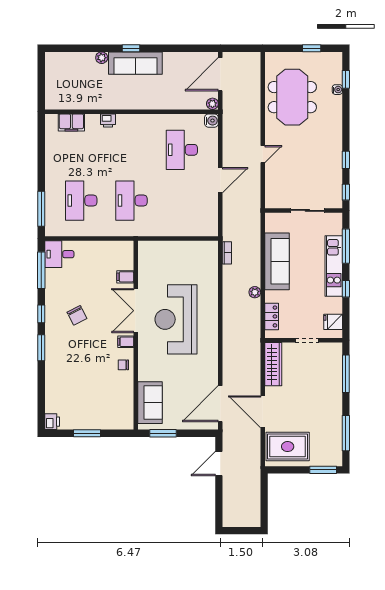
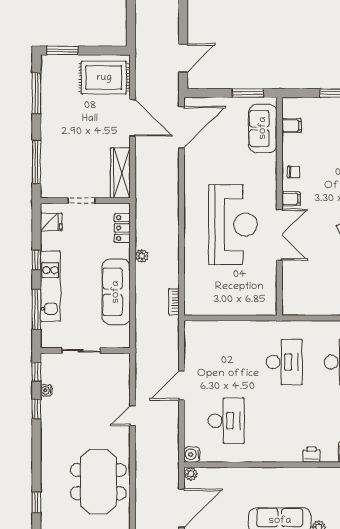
water cooler: (337, 90) -> (46, 390), moved
filing cabinet: (125, 277) -> (291, 126), moved

